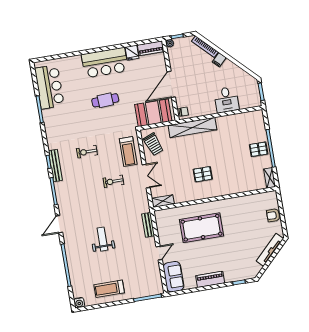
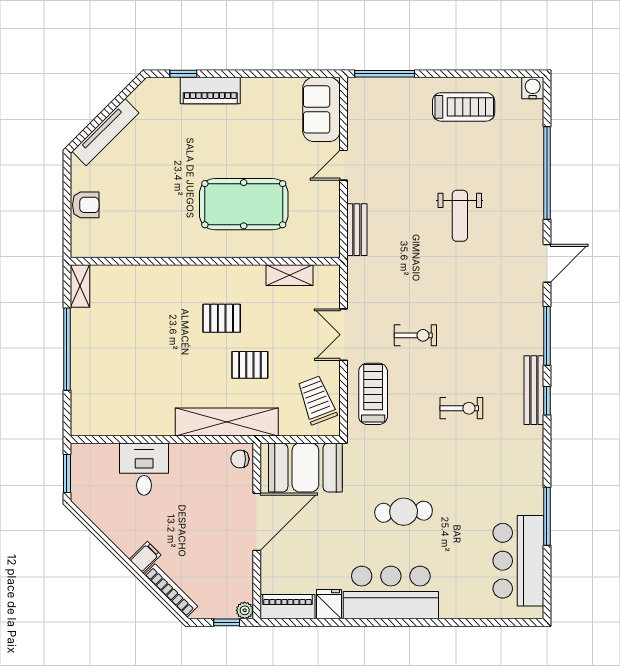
pallet: (259, 149) -> (250, 365), moved
shelving: (163, 201) -> (290, 275), moved
piano: (210, 279) -> (210, 91), moved

